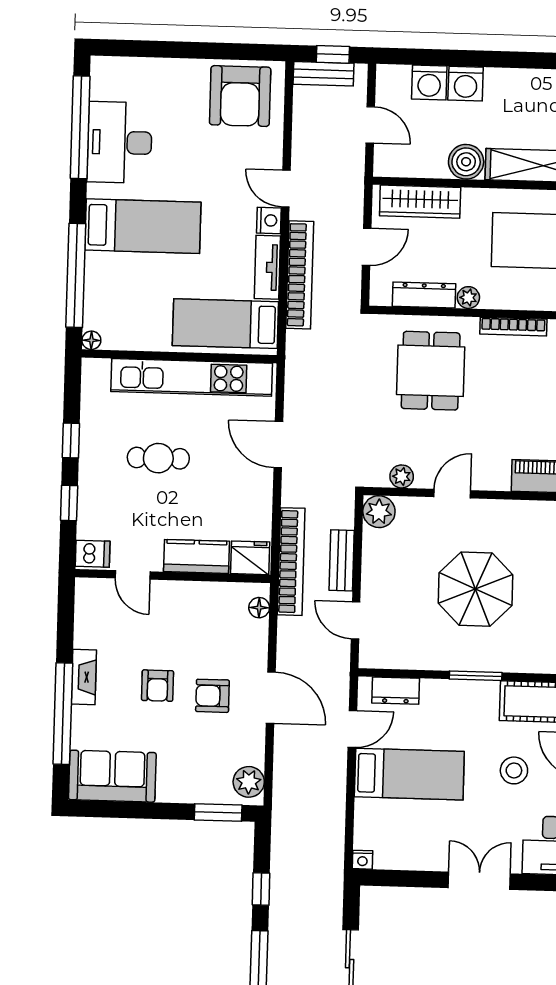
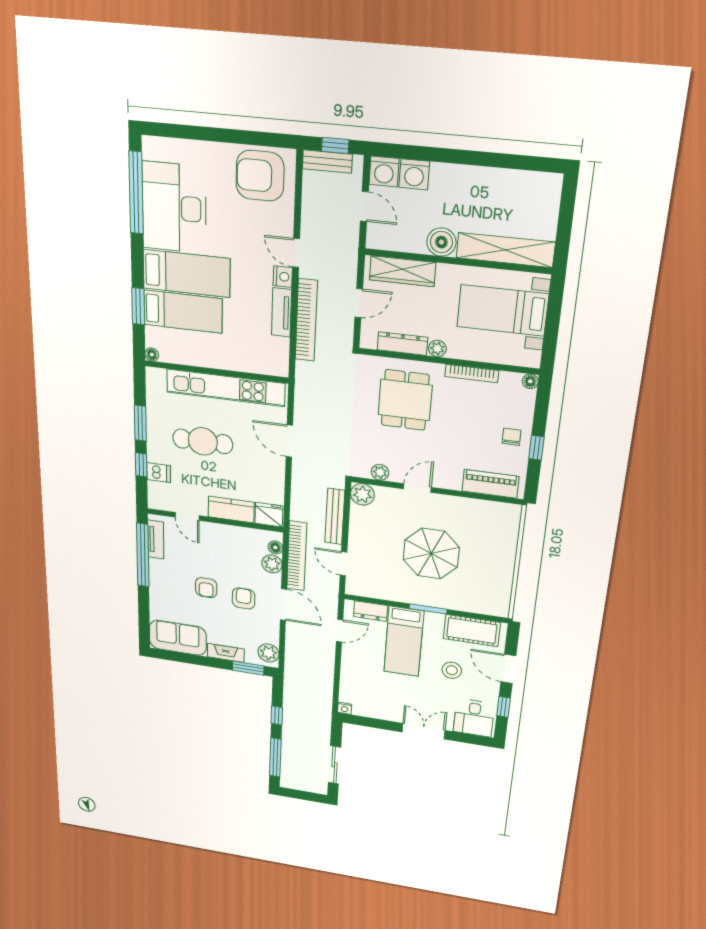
washing machine: (466, 84) -> (384, 172), moved
armchair: (240, 96) -> (260, 176), turned 90
desk: (120, 142) -> (174, 208), width x1.36, depth x1.30
window: (76, 275) -> (138, 306), width x0.47
bed: (225, 324) -> (183, 312), moved, turned 180
window: (71, 441) -> (140, 423), width x1.50
cafe table: (158, 458) -> (203, 441), width x1.37, depth x1.35
dishwasher: (93, 554) -> (159, 473), moved
bench: (342, 560) -> (335, 516), width x1.36
bookcase: (291, 562) -> (297, 556), moved
tv unit: (85, 617) -> (156, 540), added
plant: (254, 634) -> (272, 564), added
fireplace: (84, 677) -> (226, 653), moved, turned -90
armchair: (212, 696) -> (244, 598), turned 90
window: (63, 714) -> (143, 555), moved
bed: (409, 774) -> (404, 641), moved, turned 90

